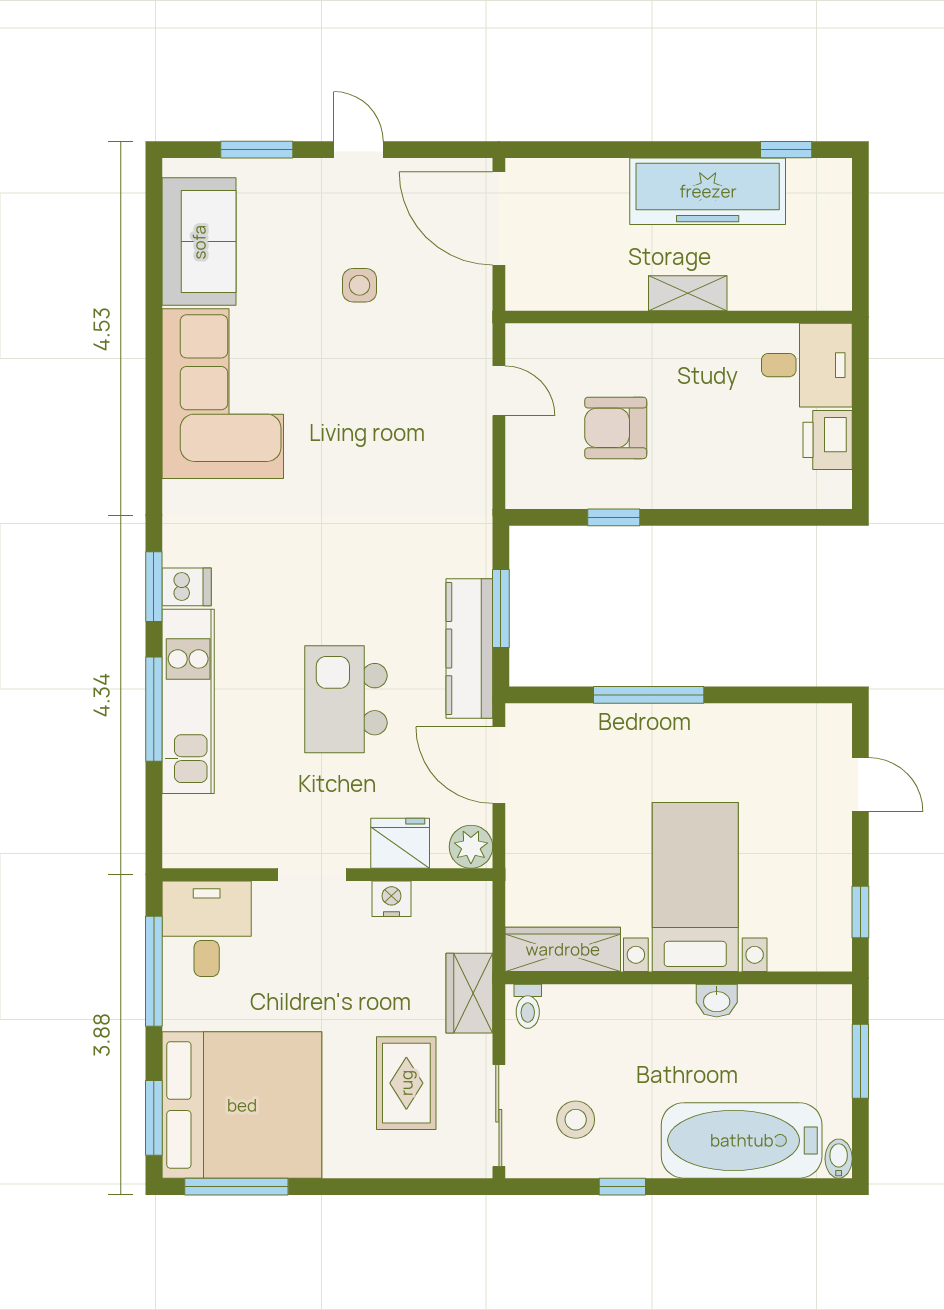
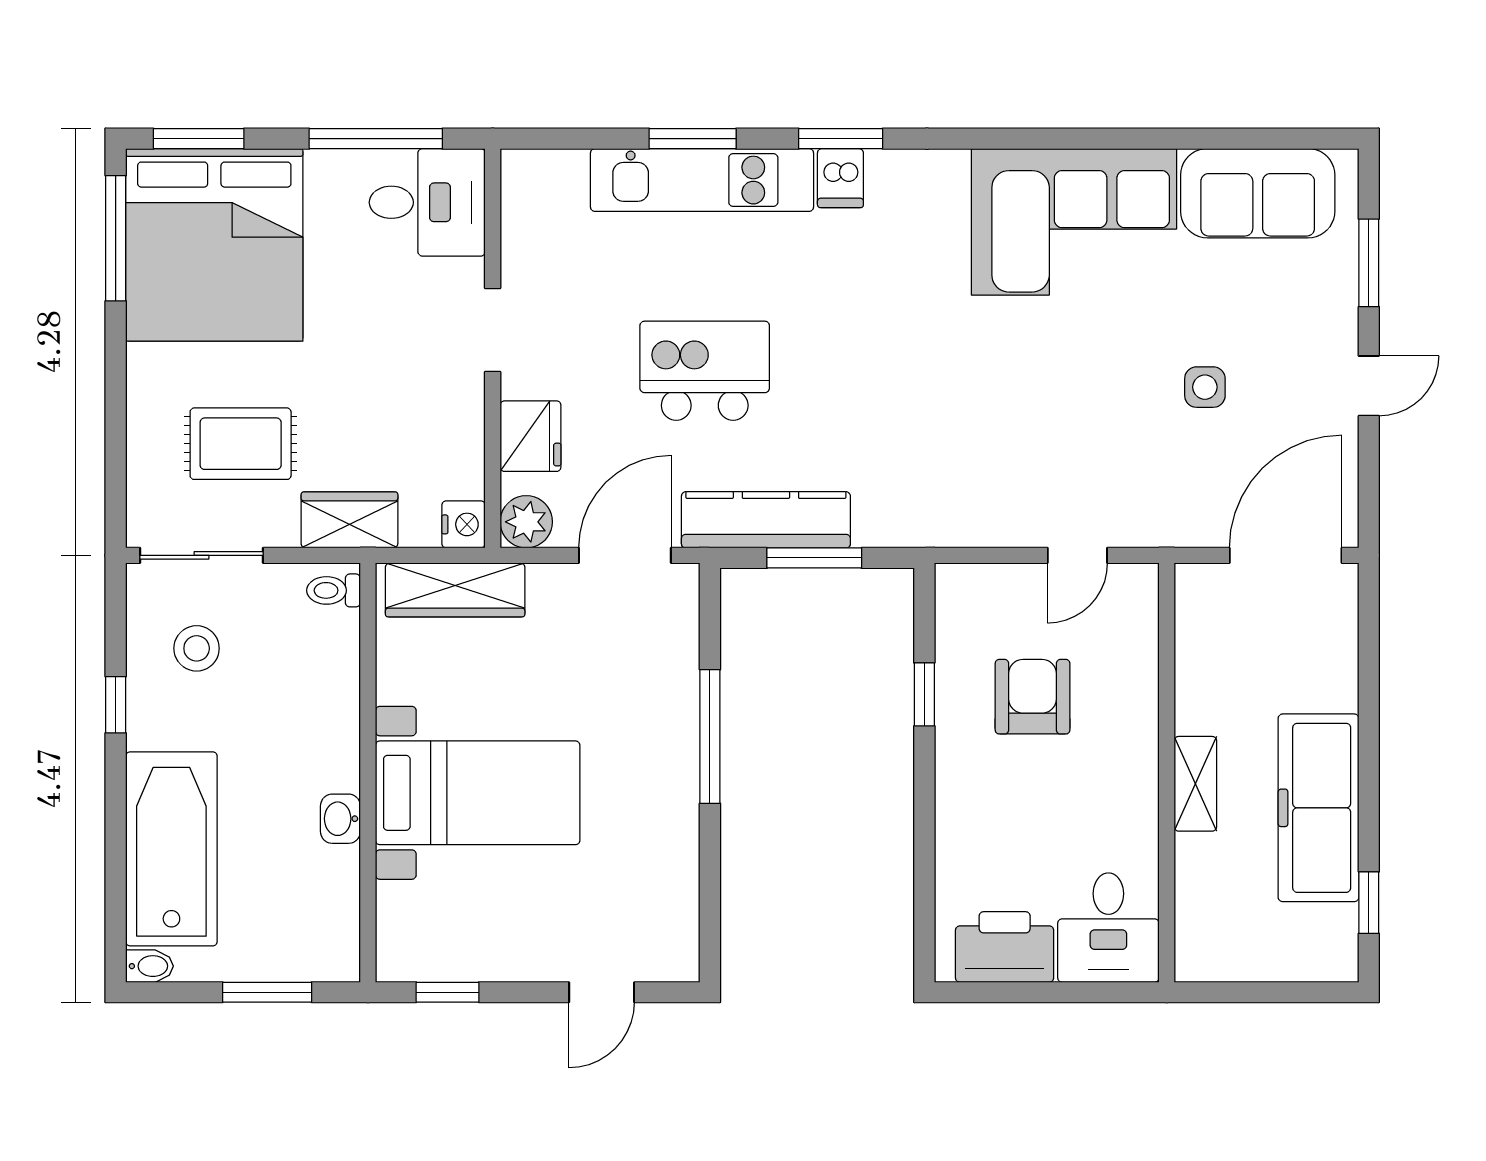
printer: (828, 440) -> (1005, 947), width x1.37, depth x1.19
window: (154, 709) -> (693, 139), width x0.69
nightstand: (391, 899) -> (463, 524), moved
wardrobe: (563, 949) -> (455, 590), moved, turned 90

